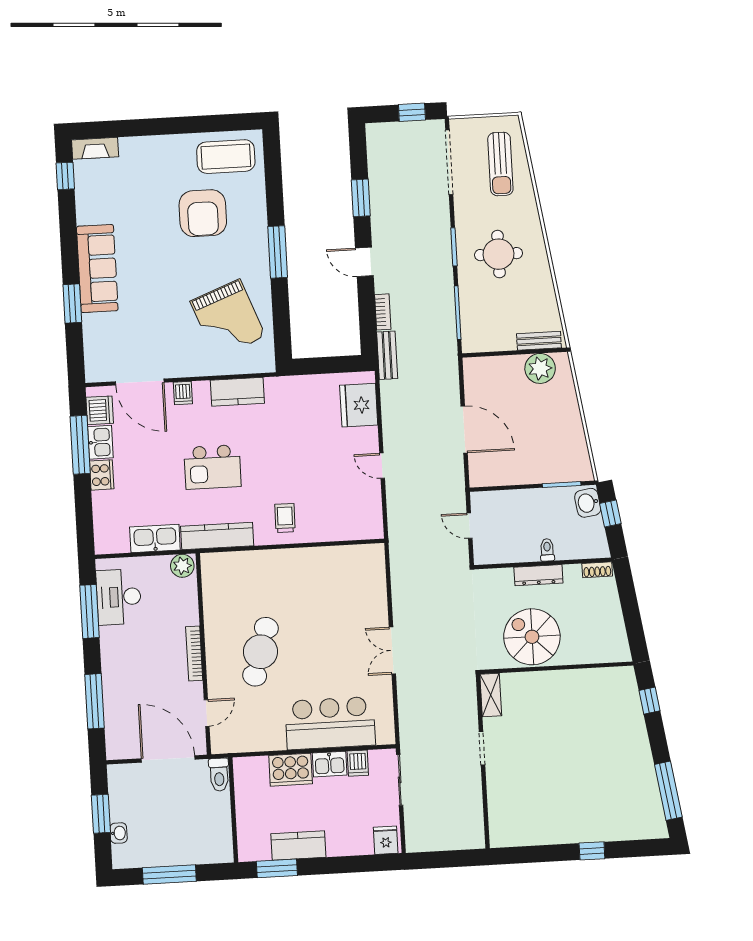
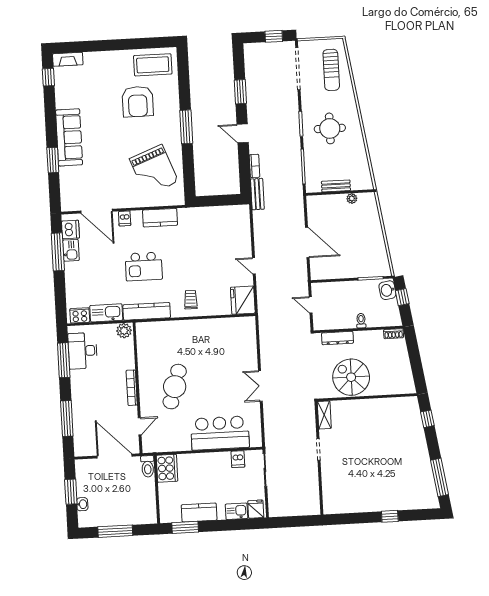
bench: (539, 341) -> (336, 186), moved
plant: (540, 368) -> (352, 198), width x0.53, depth x0.53
fridge: (359, 405) -> (243, 300), moved
cooker: (102, 475) -> (80, 315), moved, turned -90
dresser: (538, 575) -> (337, 338), moved
kitchen sink: (330, 764) -> (236, 511), moved, turned 180
cooker: (291, 770) -> (167, 468), moved, turned -90

